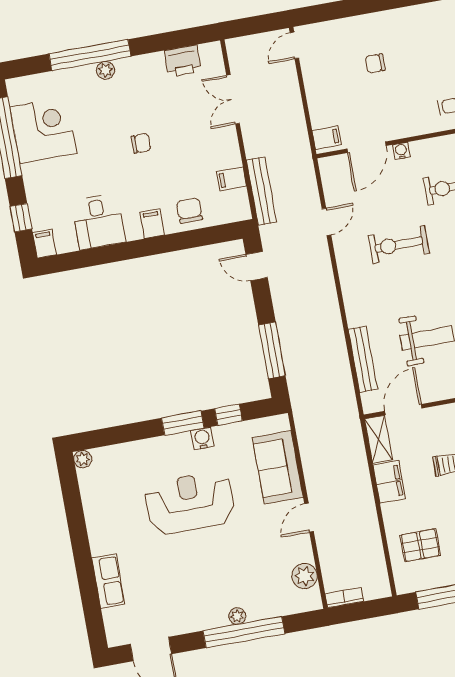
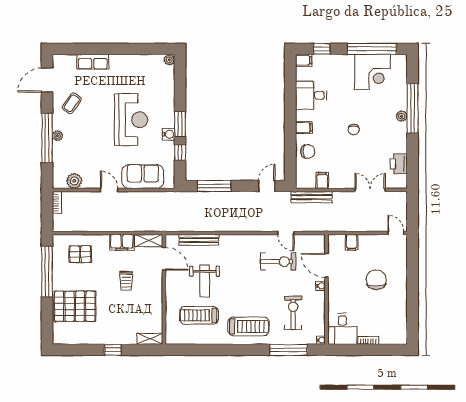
chair: (375, 63) -> (376, 280), width x1.87, depth x1.87
filing cabinet: (327, 138) -> (352, 242), moved
exercise bike: (399, 244) -> (278, 262), moved, turned 90
pallet: (420, 545) -> (80, 254), turned 90
coffee table: (181, 603) -> (72, 103), added

